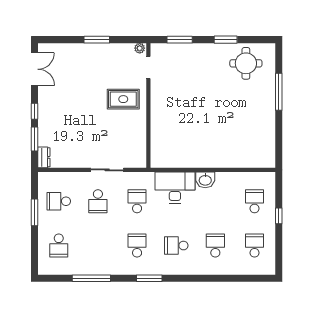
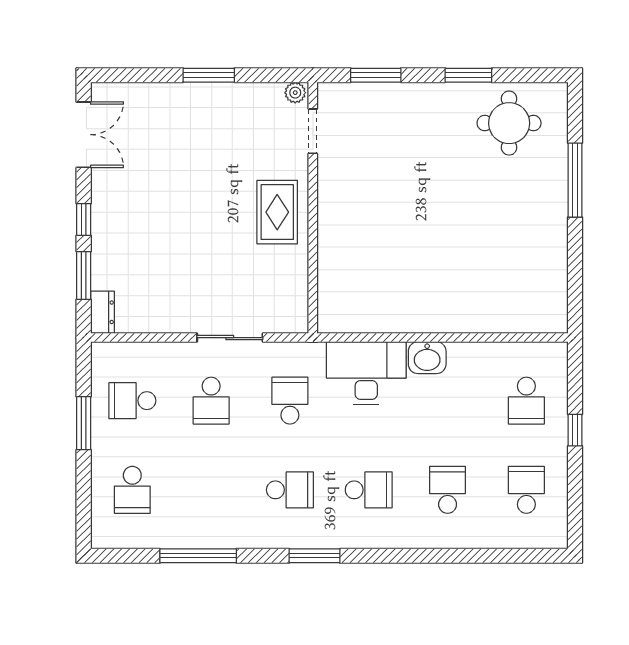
rug: (123, 99) -> (277, 212), moved, turned 90
school desk: (255, 201) -> (526, 401), turned 180
school desk: (137, 246) -> (290, 490), turned 90
school desk: (176, 246) -> (369, 490), turned 180

